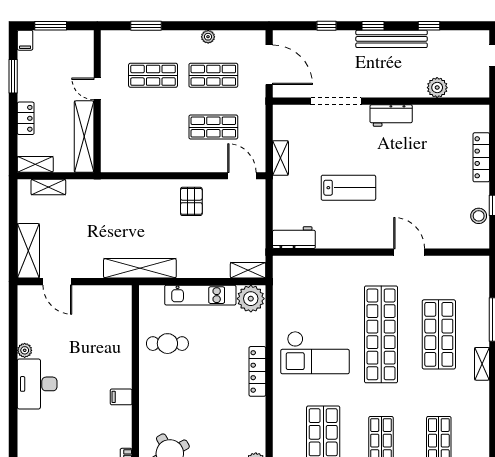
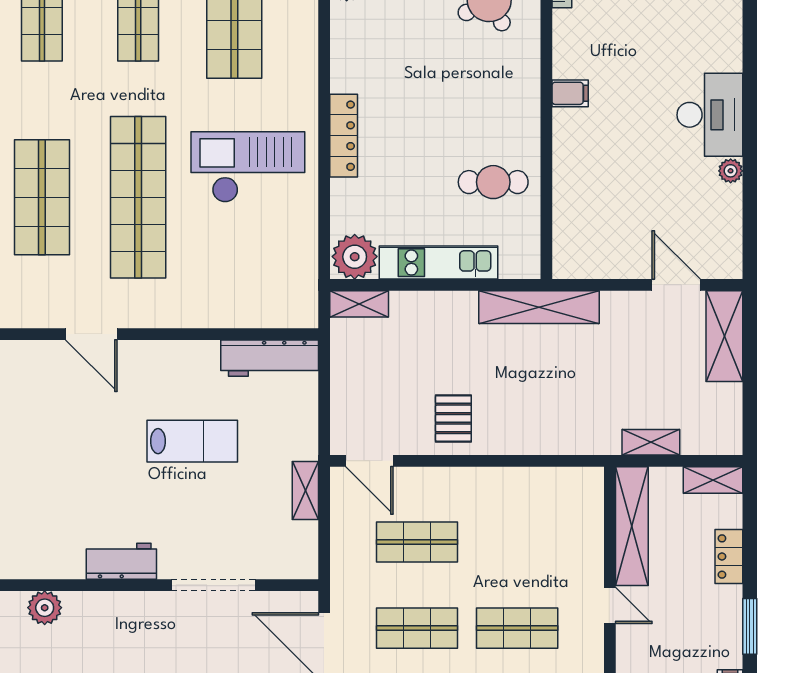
shelving: (48, 187) -> (651, 442), moved
lab bench: (348, 188) -> (192, 441), turned 180
workbench: (294, 238) -> (270, 358), width x1.37

